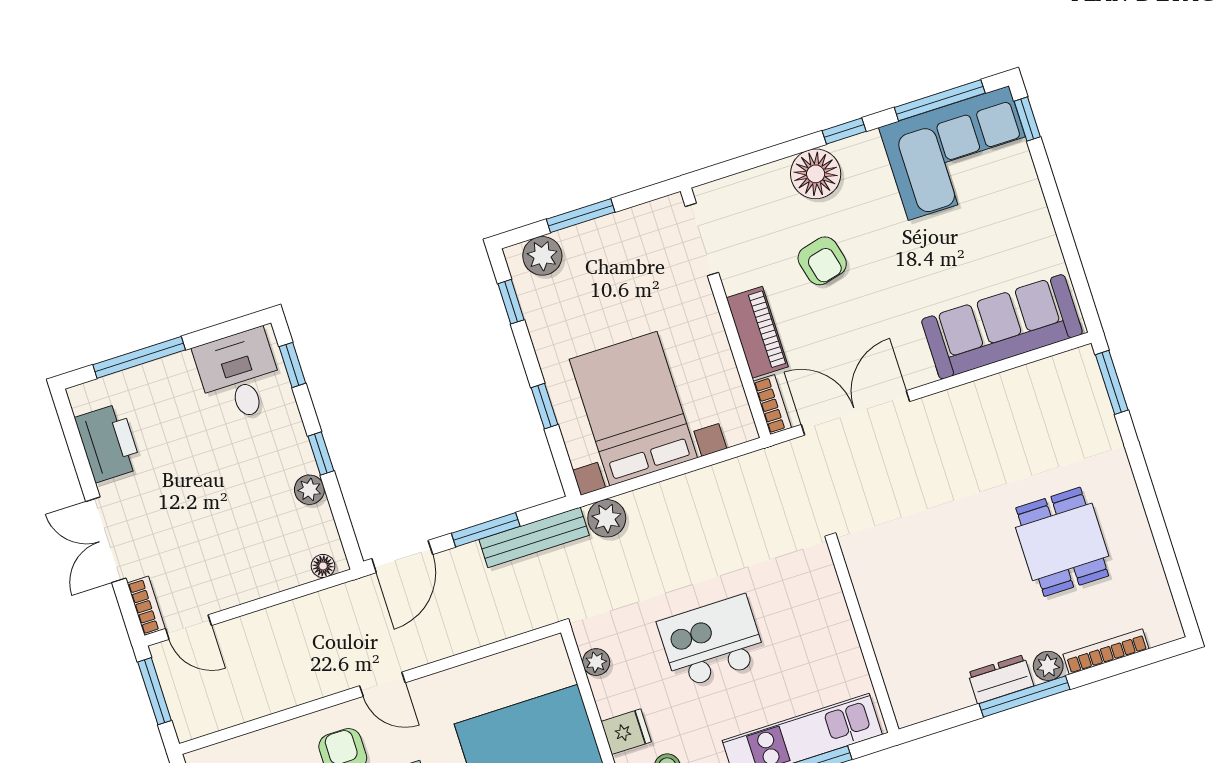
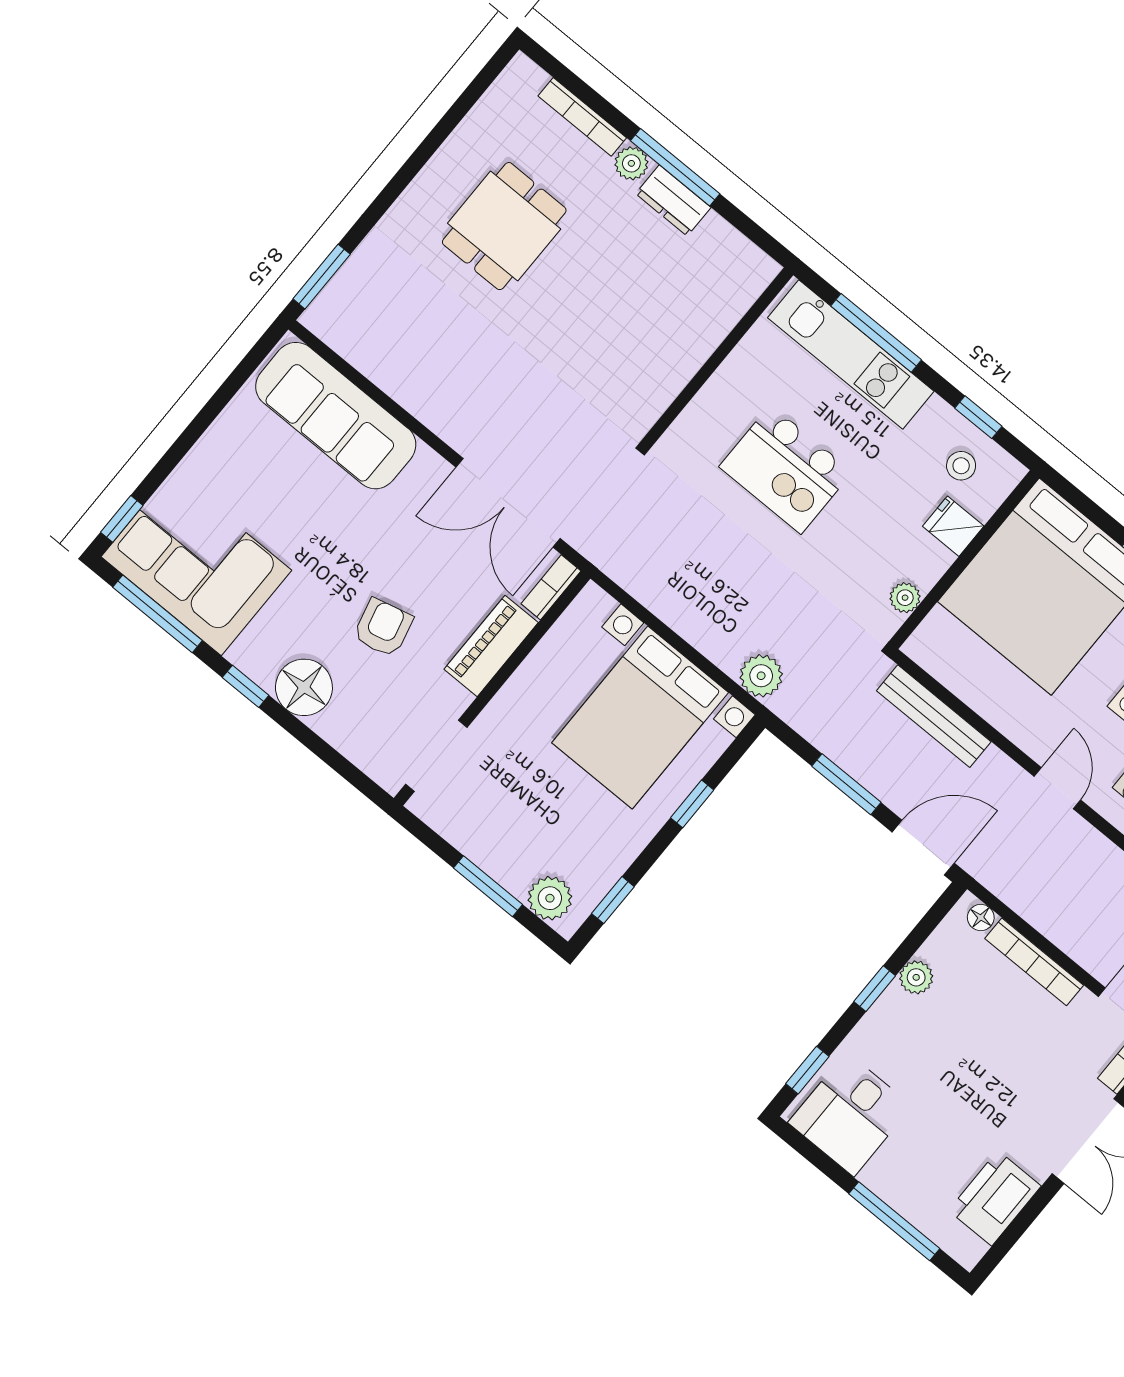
bench: (534, 537) -> (934, 716), moved
bookcase: (265, 584) -> (1034, 962), added
kitchen island: (712, 642) -> (786, 469), moved

